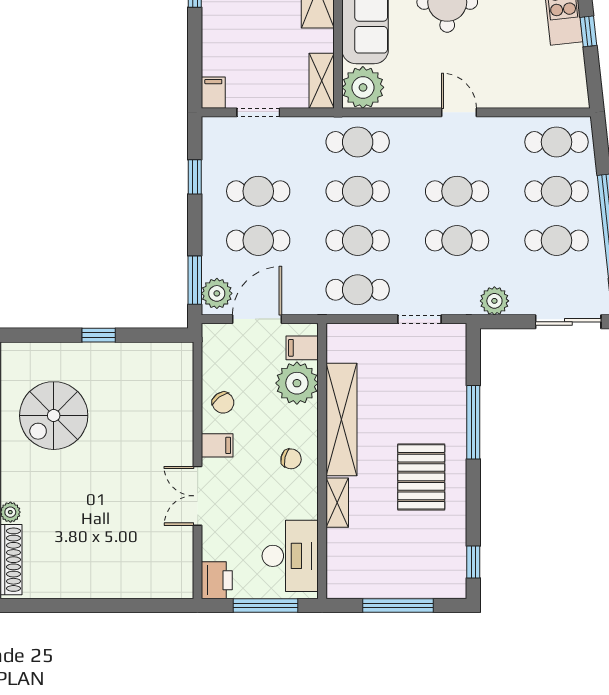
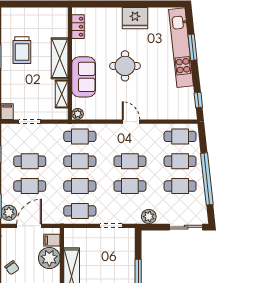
window: (588, 31) -> (198, 100), moved
shelving: (322, 81) -> (62, 94), moved
plant: (363, 87) -> (78, 114), width x0.53, depth x0.53

